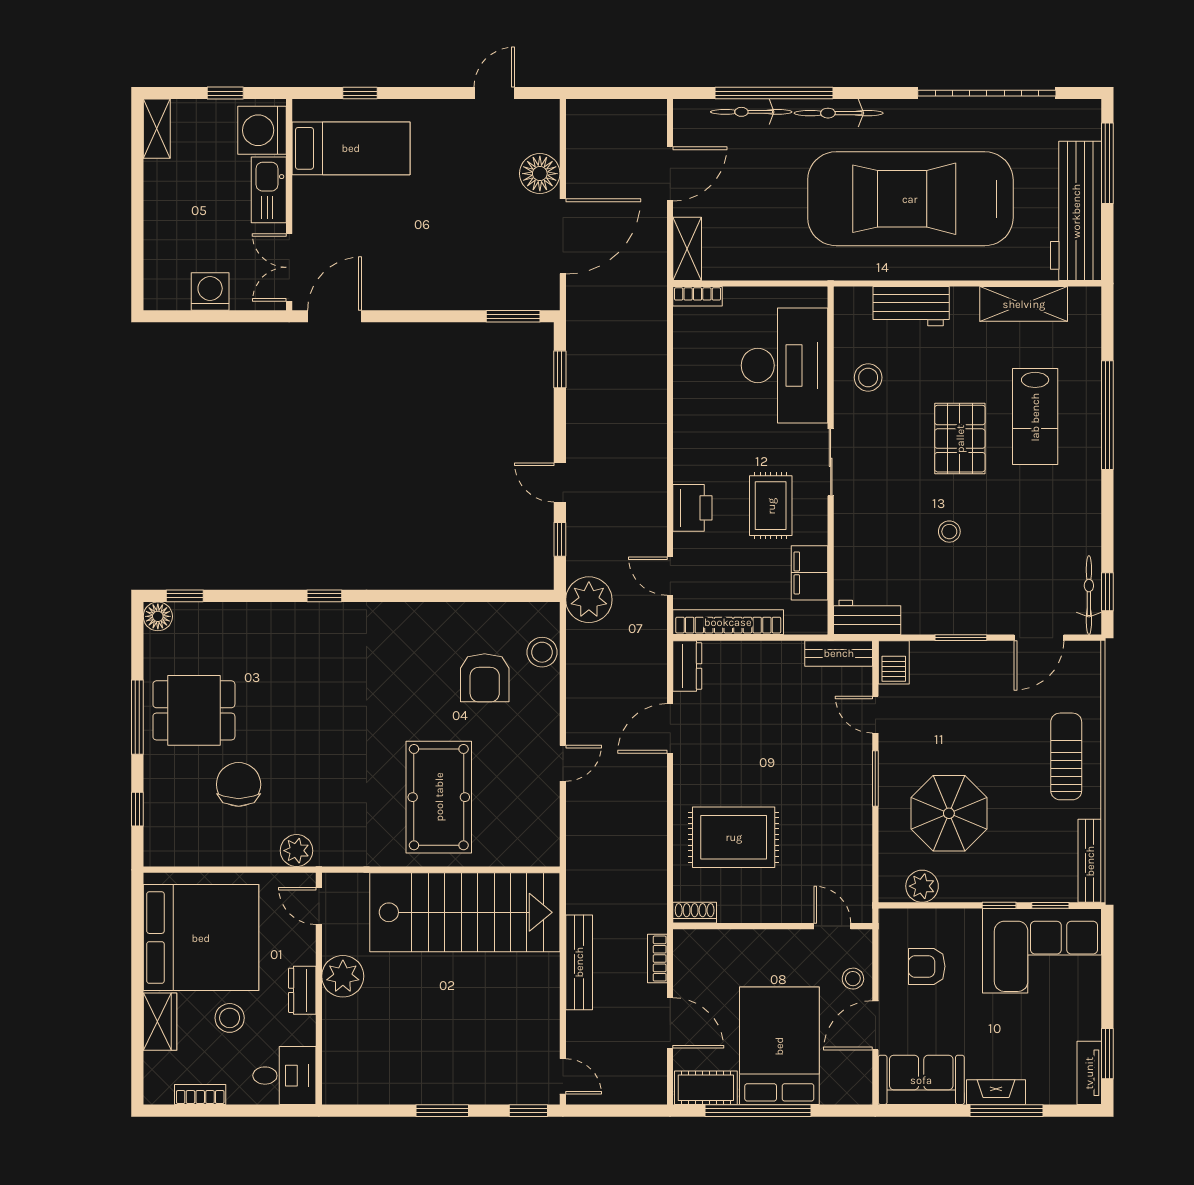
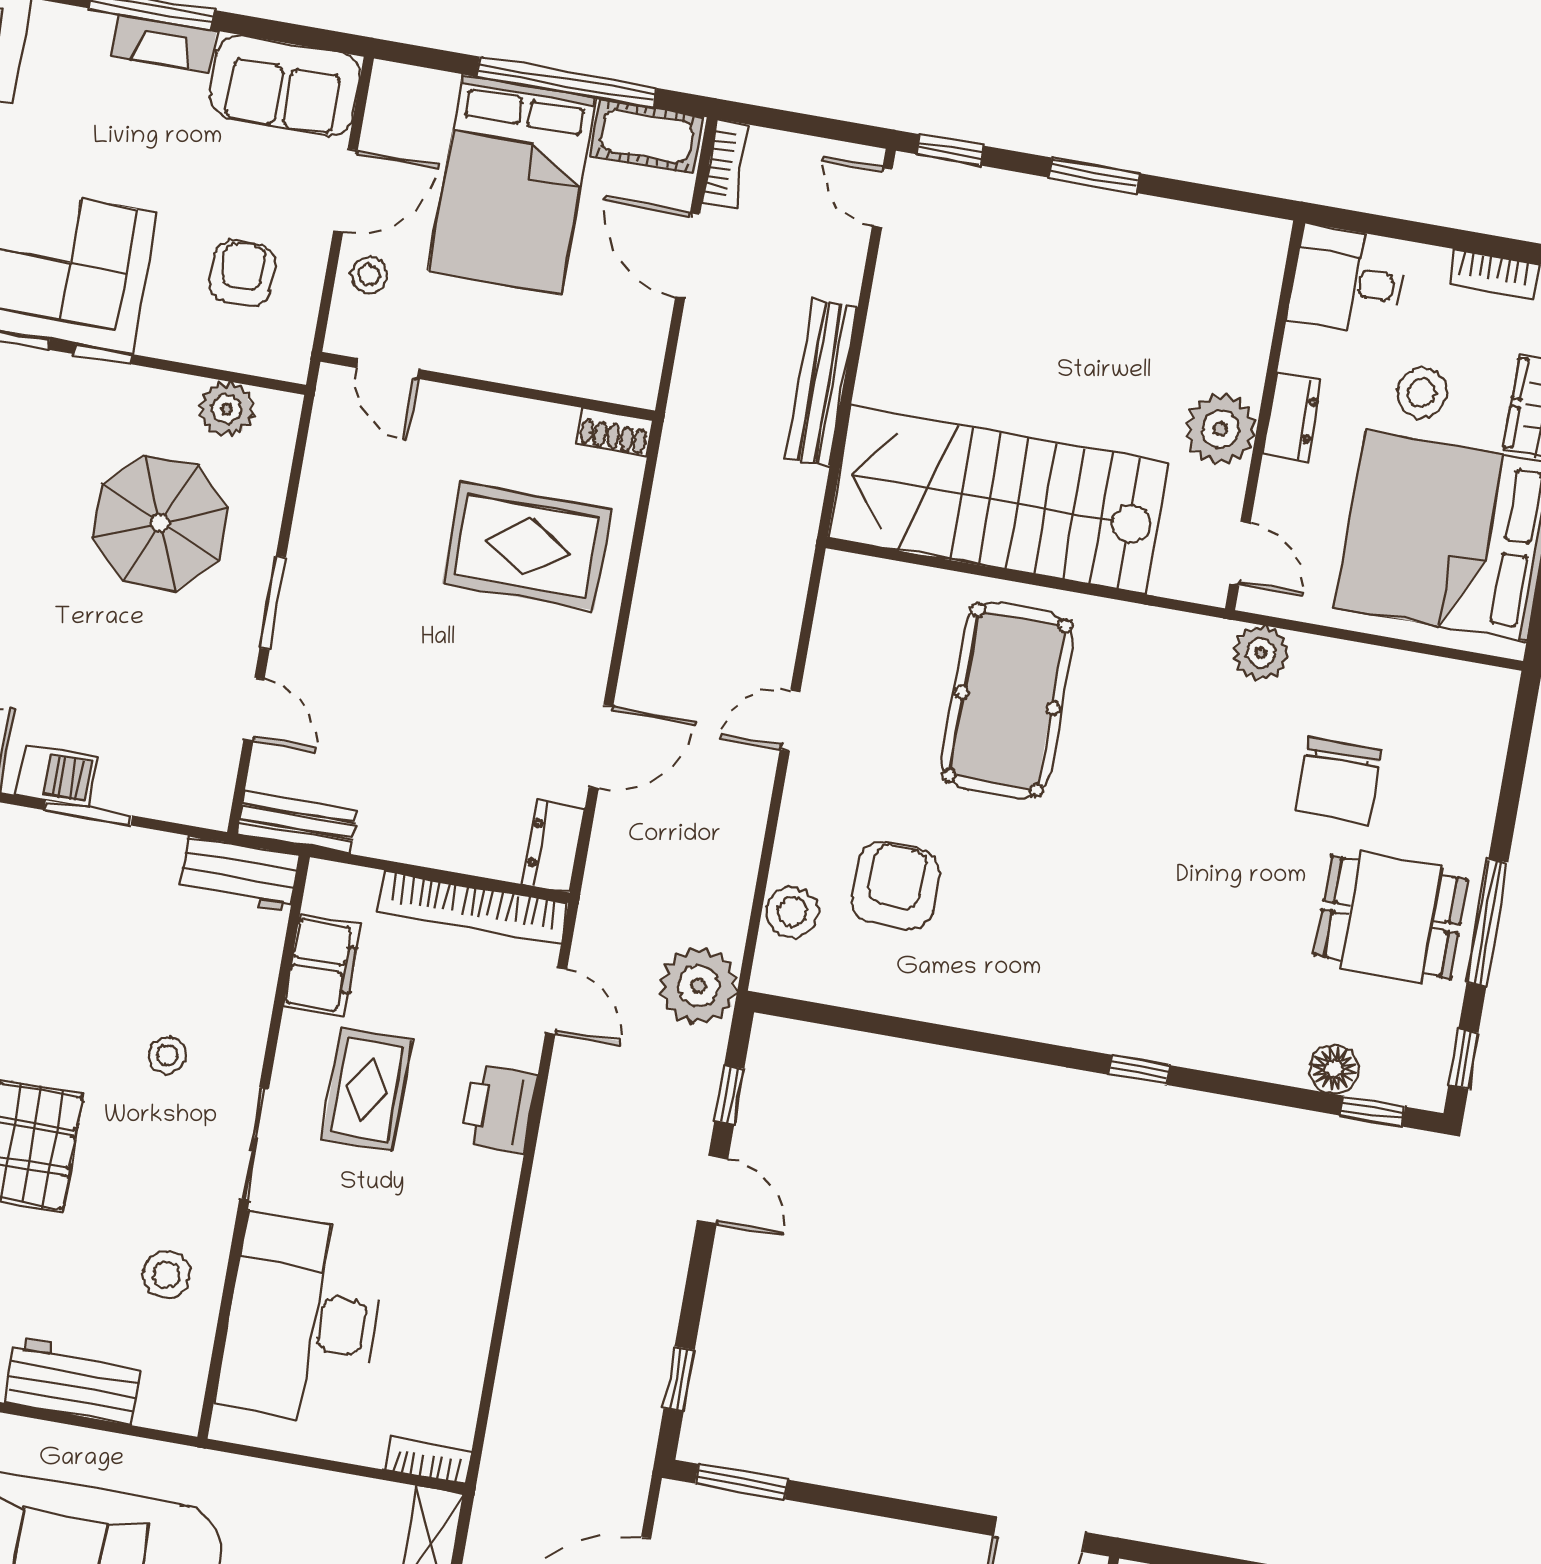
stool: (949, 532) -> (167, 1055), moved
floor lamp: (158, 616) -> (1334, 1069), moved
barbecue: (894, 662) -> (56, 776), moved, turned 90
window: (137, 809) -> (1463, 1059), moved
bookcase: (657, 959) -> (726, 165), moved
armchair: (927, 966) -> (242, 273), turned -90

